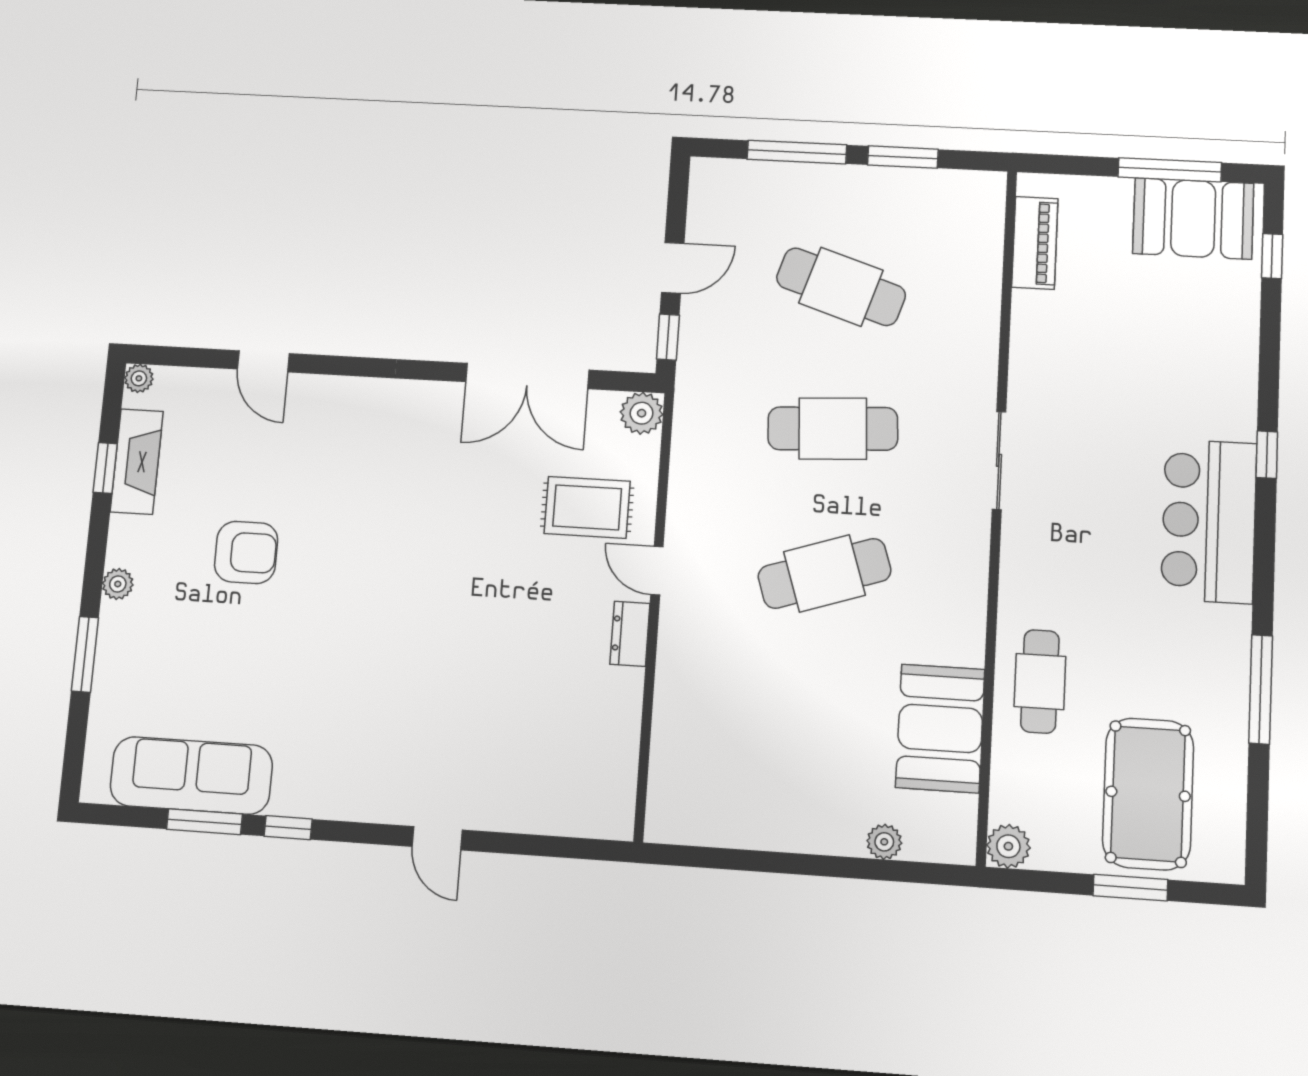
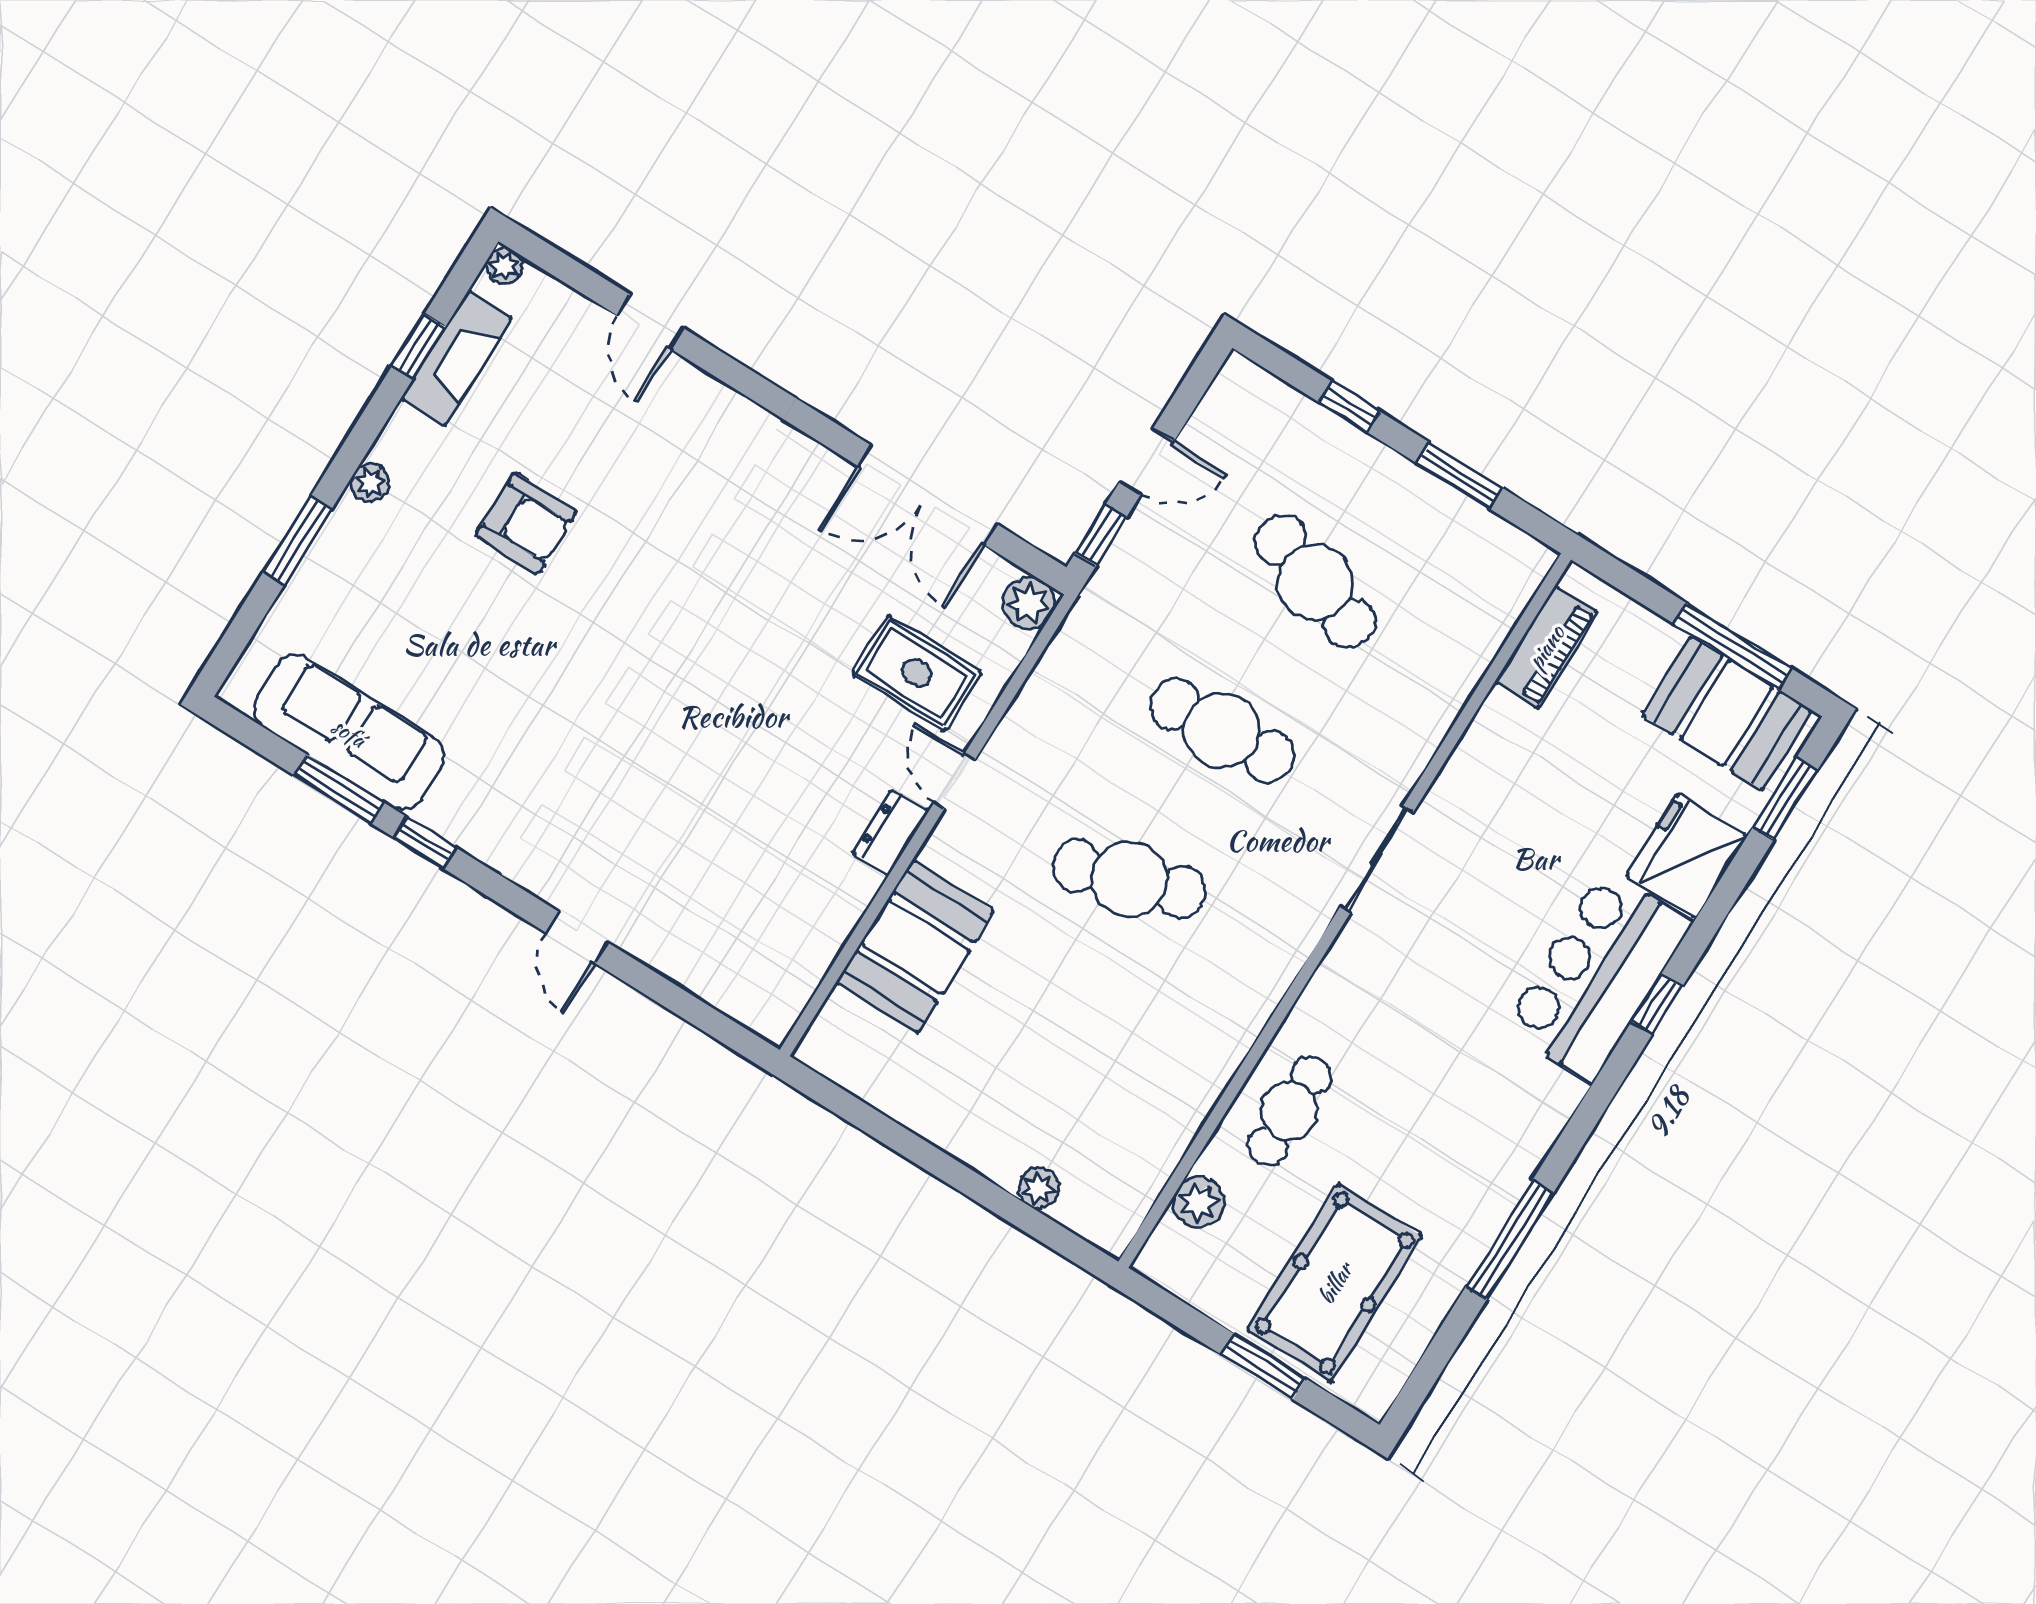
window: (797, 152) -> (1349, 407), width x0.46
window: (1272, 256) -> (1785, 799), width x1.50
fridge: (1225, 336) -> (1687, 856), added
bar counter: (1209, 521) -> (1598, 975), moved
booth: (940, 728) -> (915, 947), moved
plant: (1008, 846) -> (1199, 1202), moved

